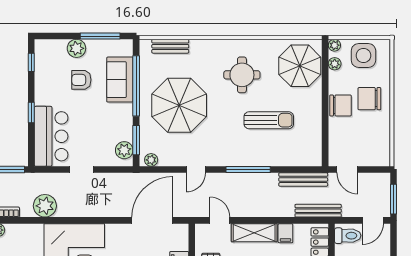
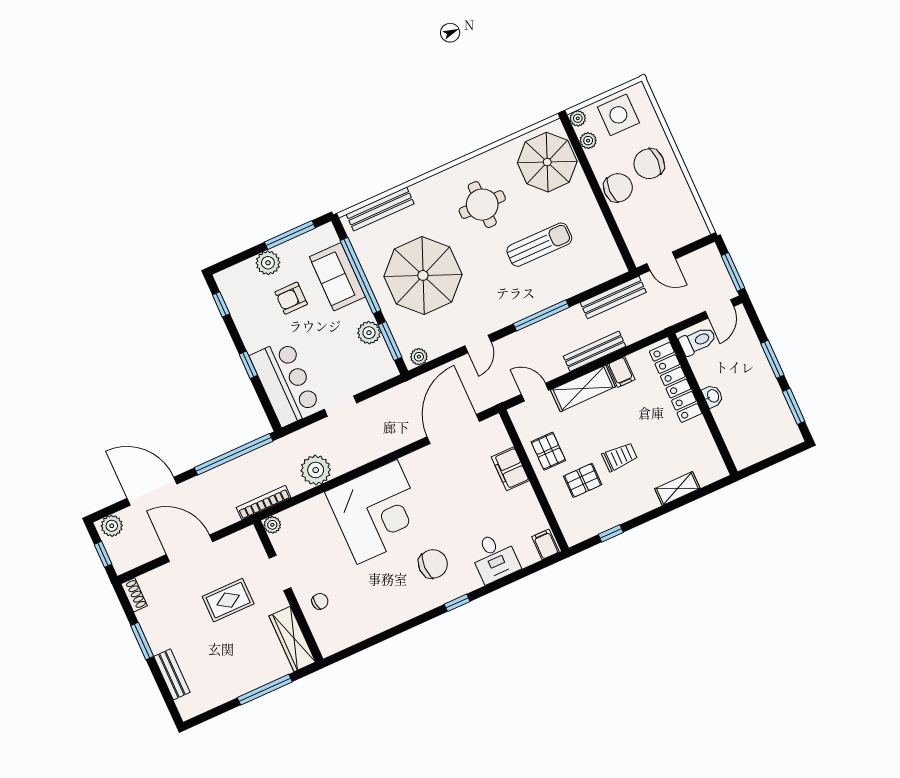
bench: (170, 46) -> (380, 209), width x1.36
plant: (124, 150) -> (369, 333), moved
bench: (318, 211) -> (595, 351), moved

